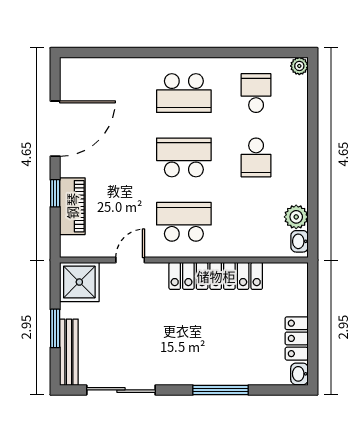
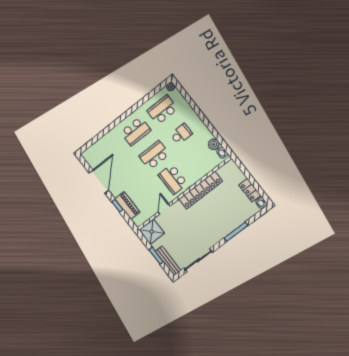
school desk: (256, 93) -> (162, 110), width x1.85
school desk: (256, 157) -> (181, 134), turned -90
school desk: (184, 222) -> (173, 179), turned -90

